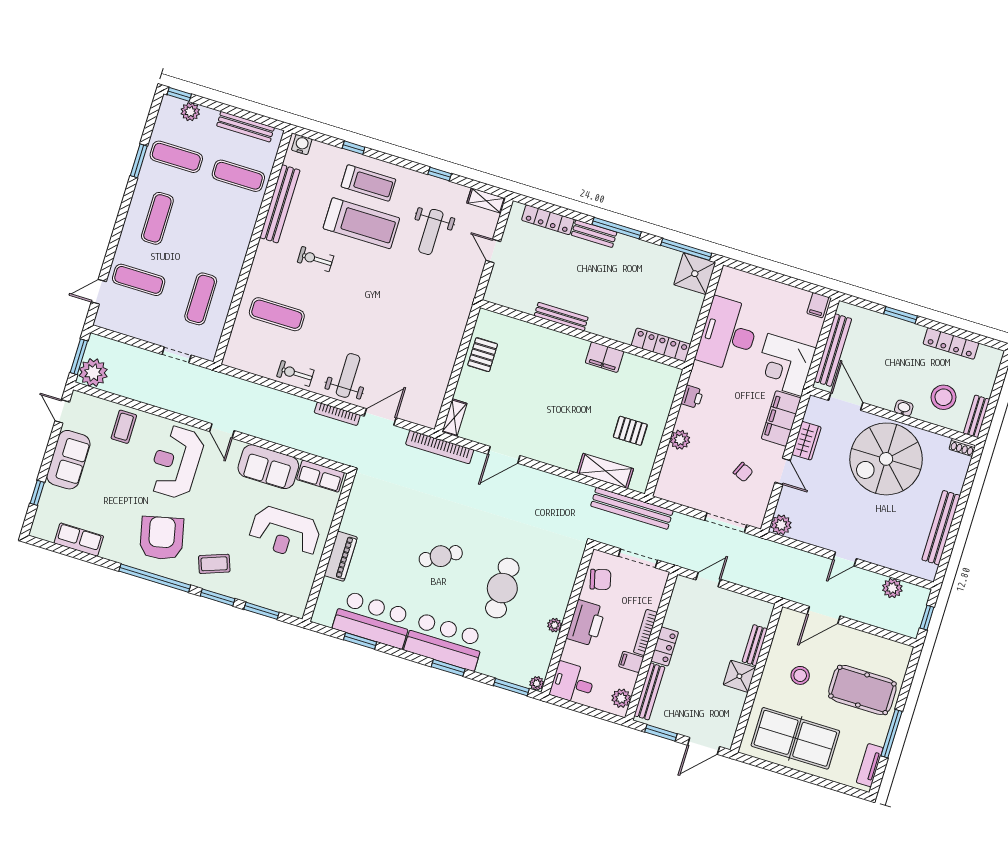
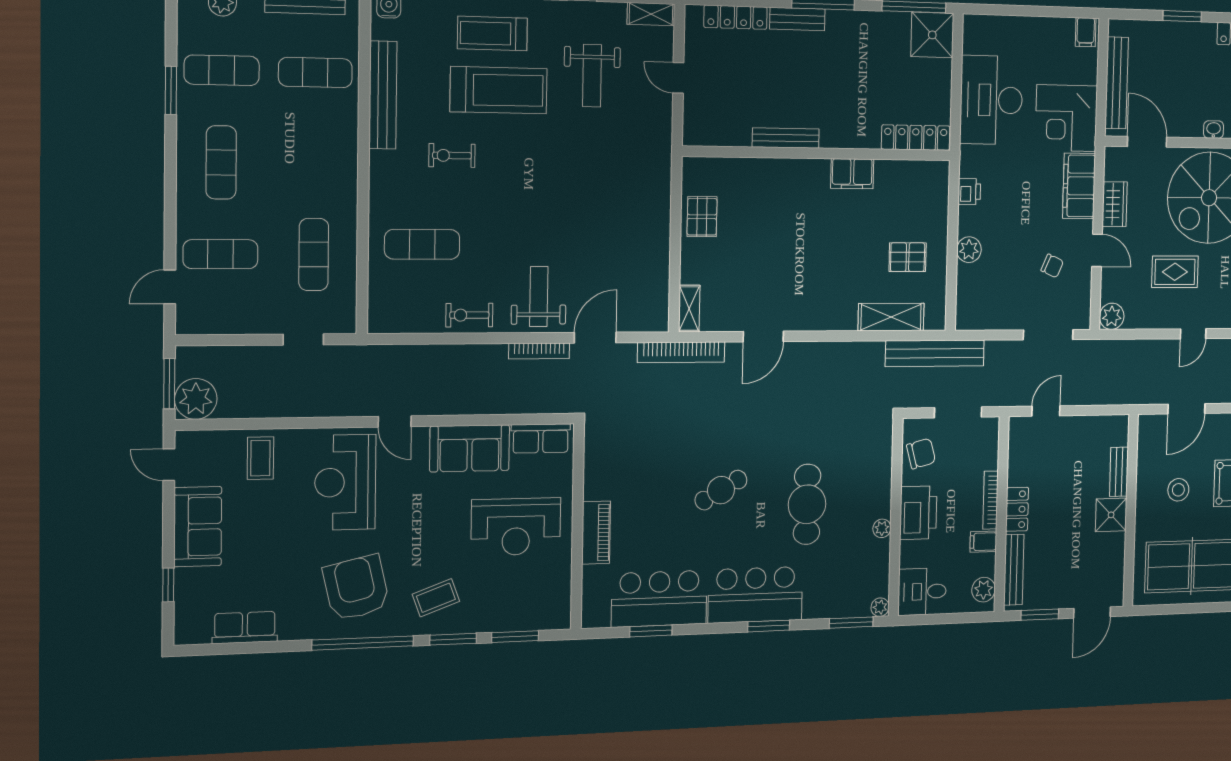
treadmill: (368, 183) -> (492, 33), turned 180
rug: (842, 507) -> (1175, 272), added

